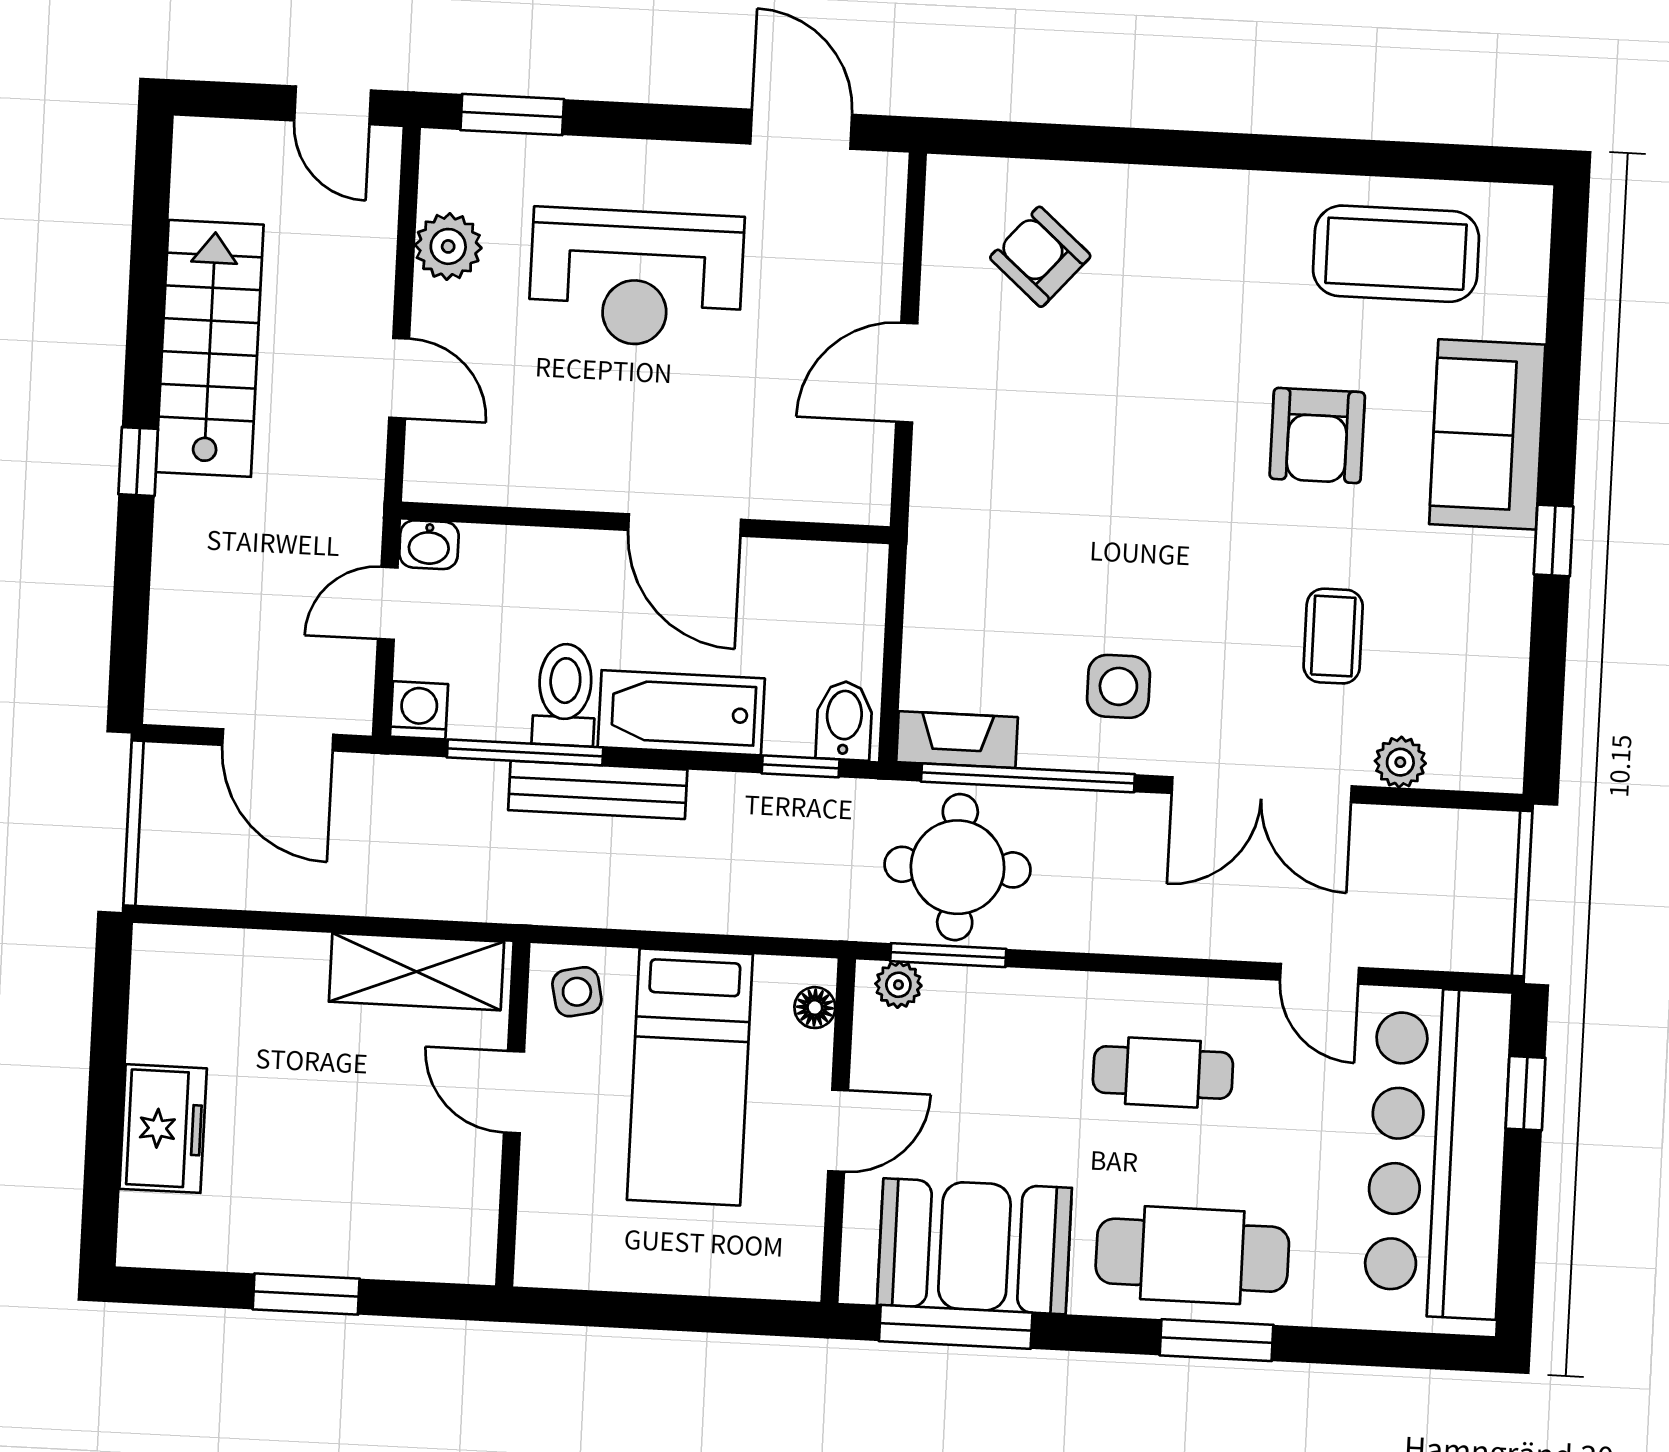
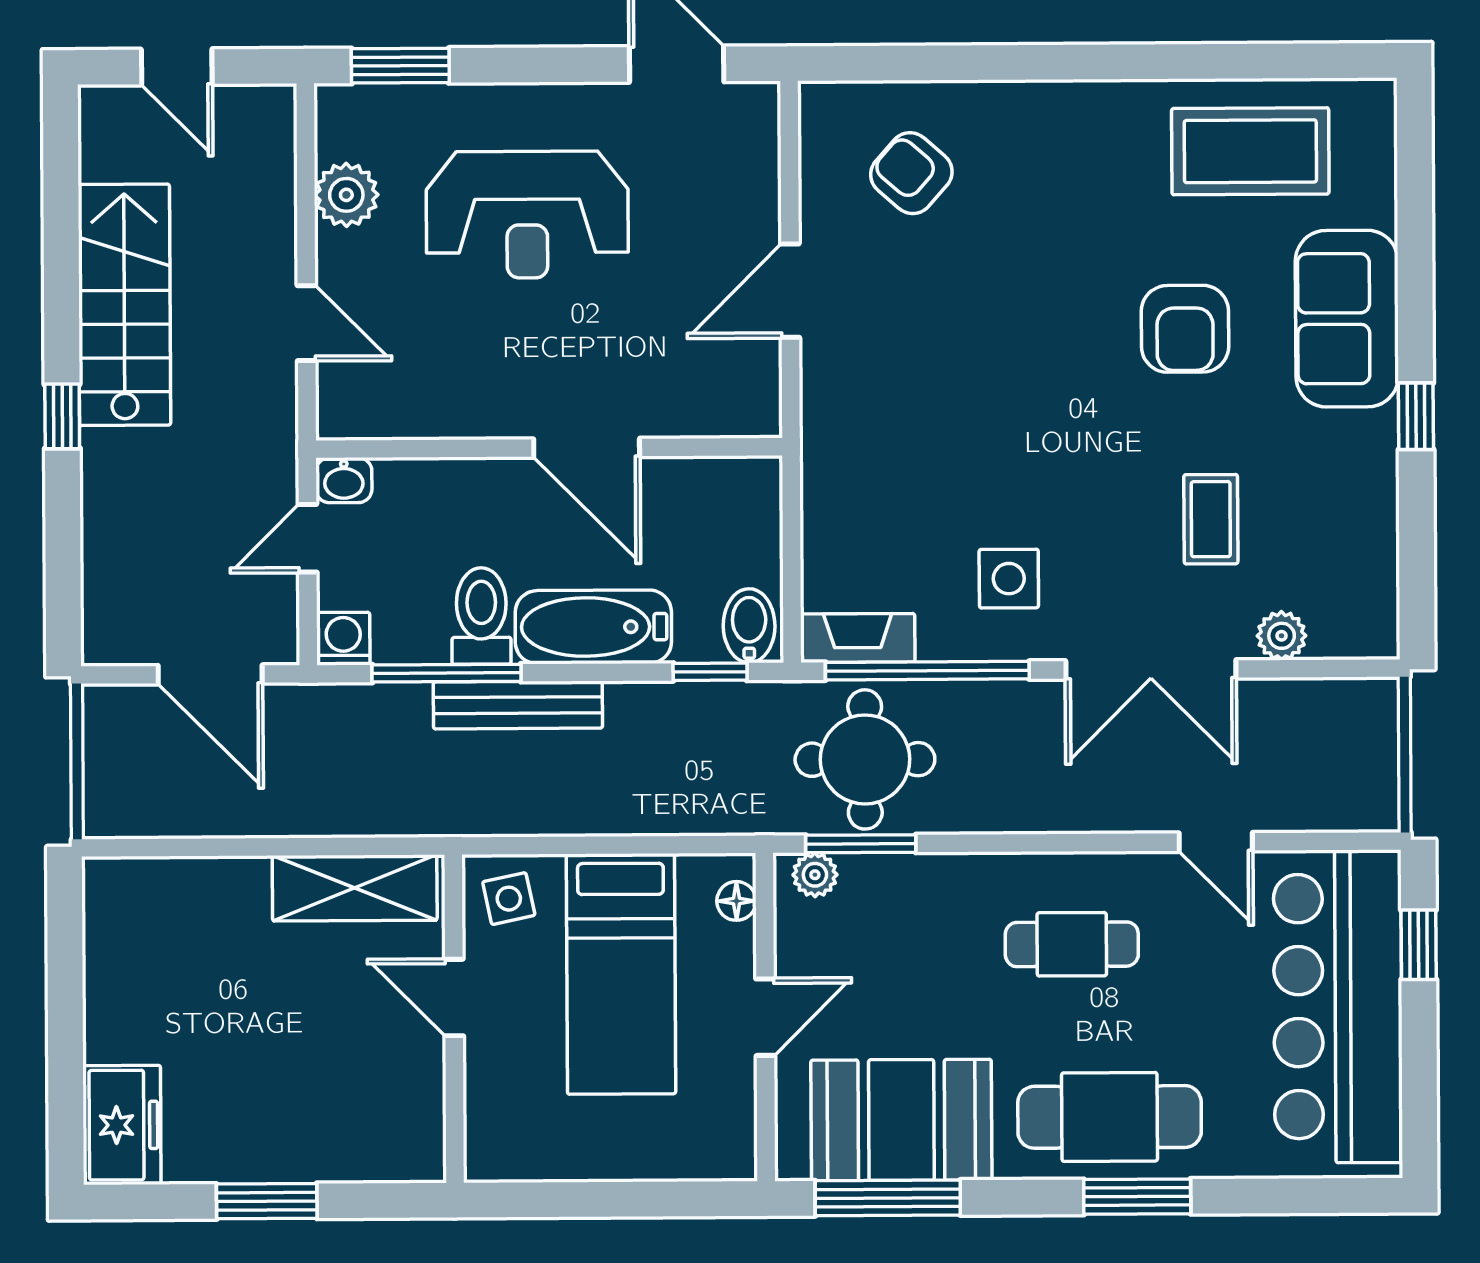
door: (333, 105) -> (177, 67), moved
freezer: (163, 1129) -> (122, 1125), moved

